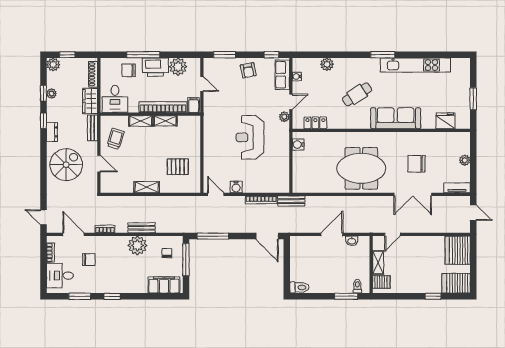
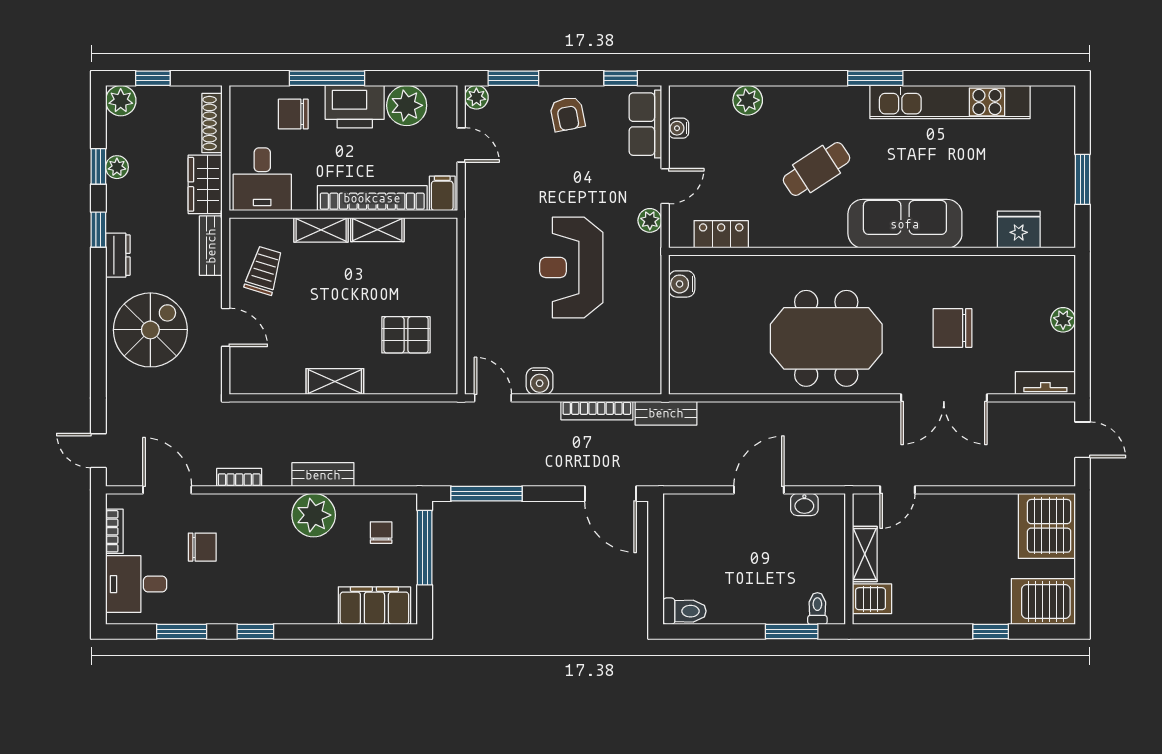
plant: (209, 63) -> (476, 97), added

